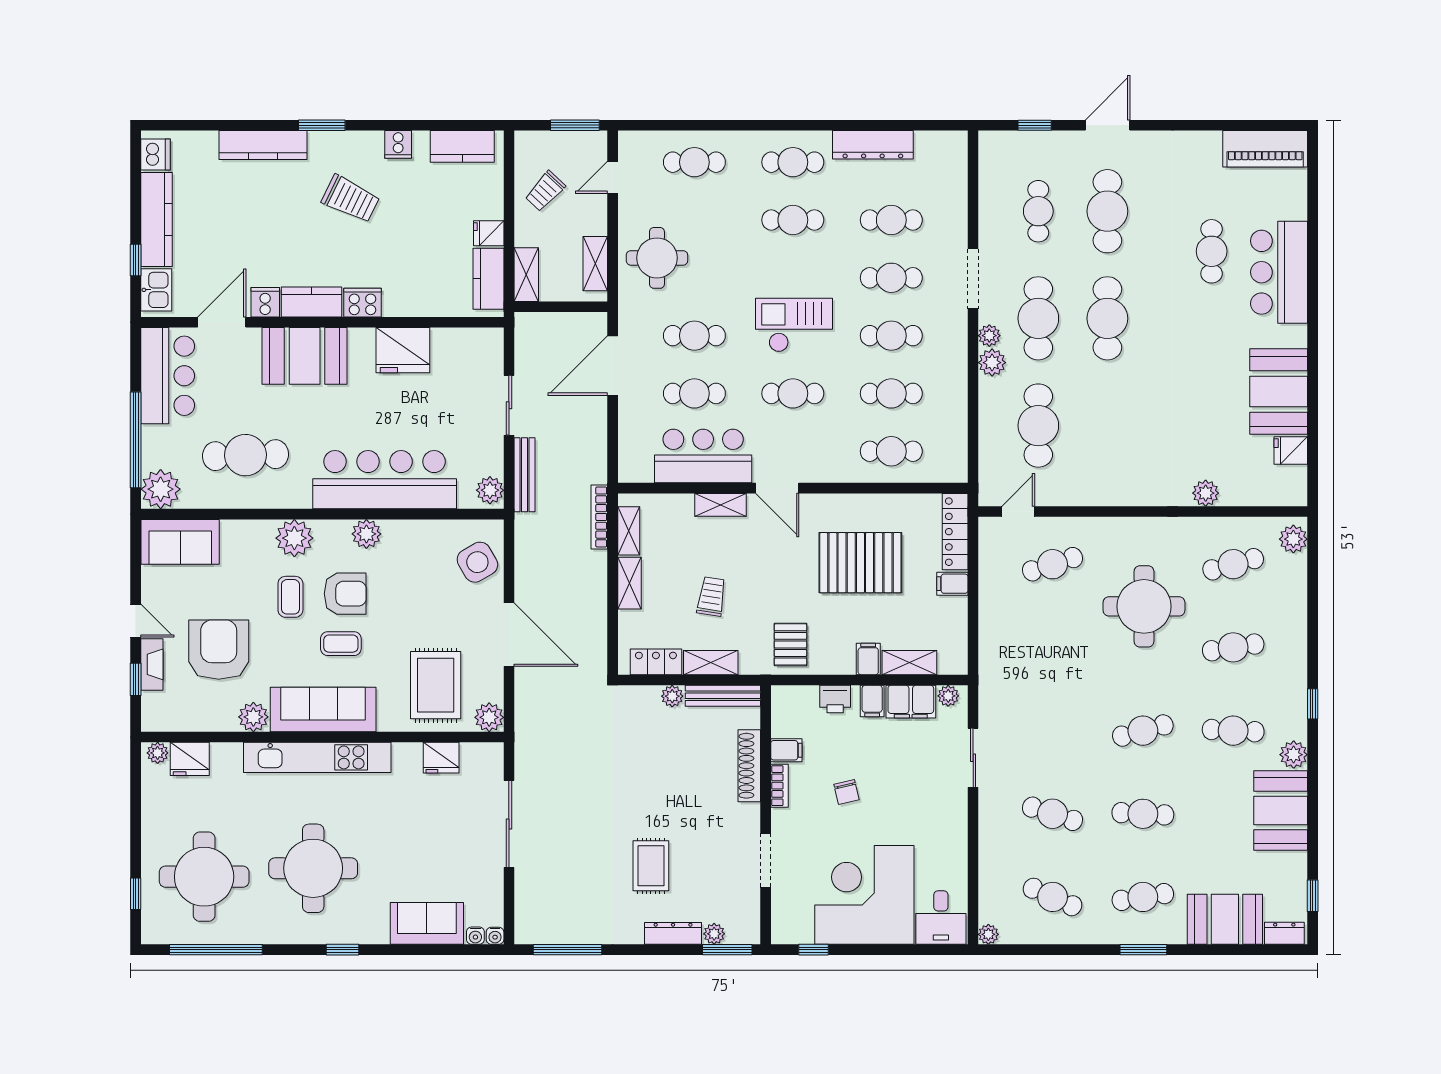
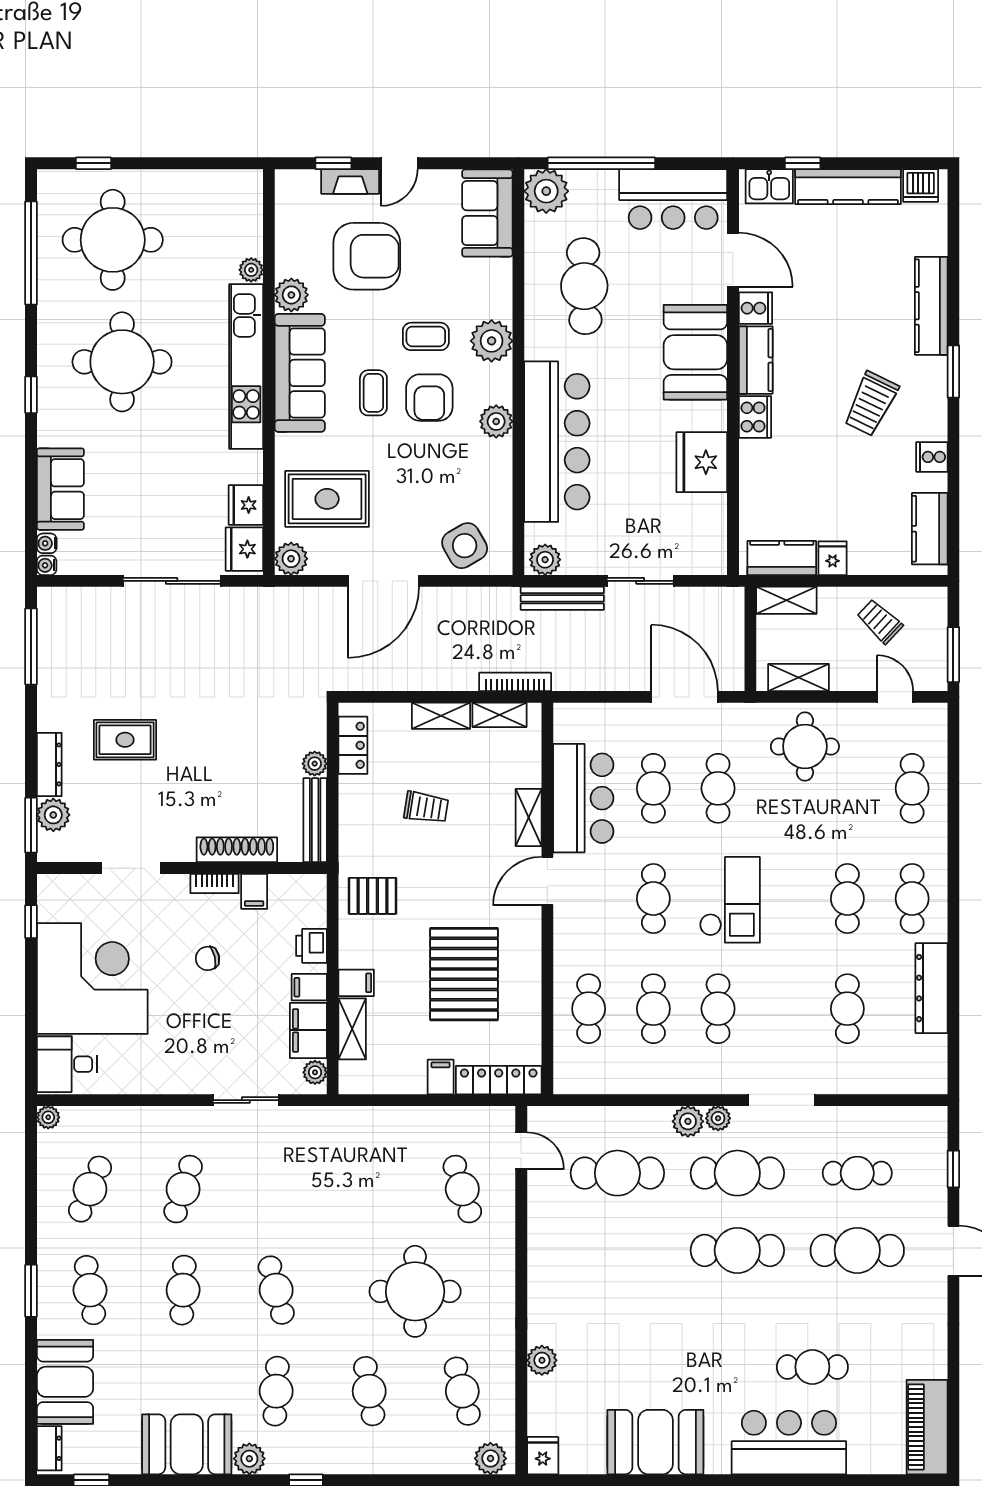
cafe table: (891, 278) -> (783, 1009), removed
fridge: (1291, 450) -> (543, 1456), moved
shelving: (711, 663) -> (352, 807), removed
plant: (158, 753) -> (251, 270), moved
fridge: (190, 759) -> (244, 549), moved
plant: (714, 934) -> (53, 815), width x1.38, depth x1.38

